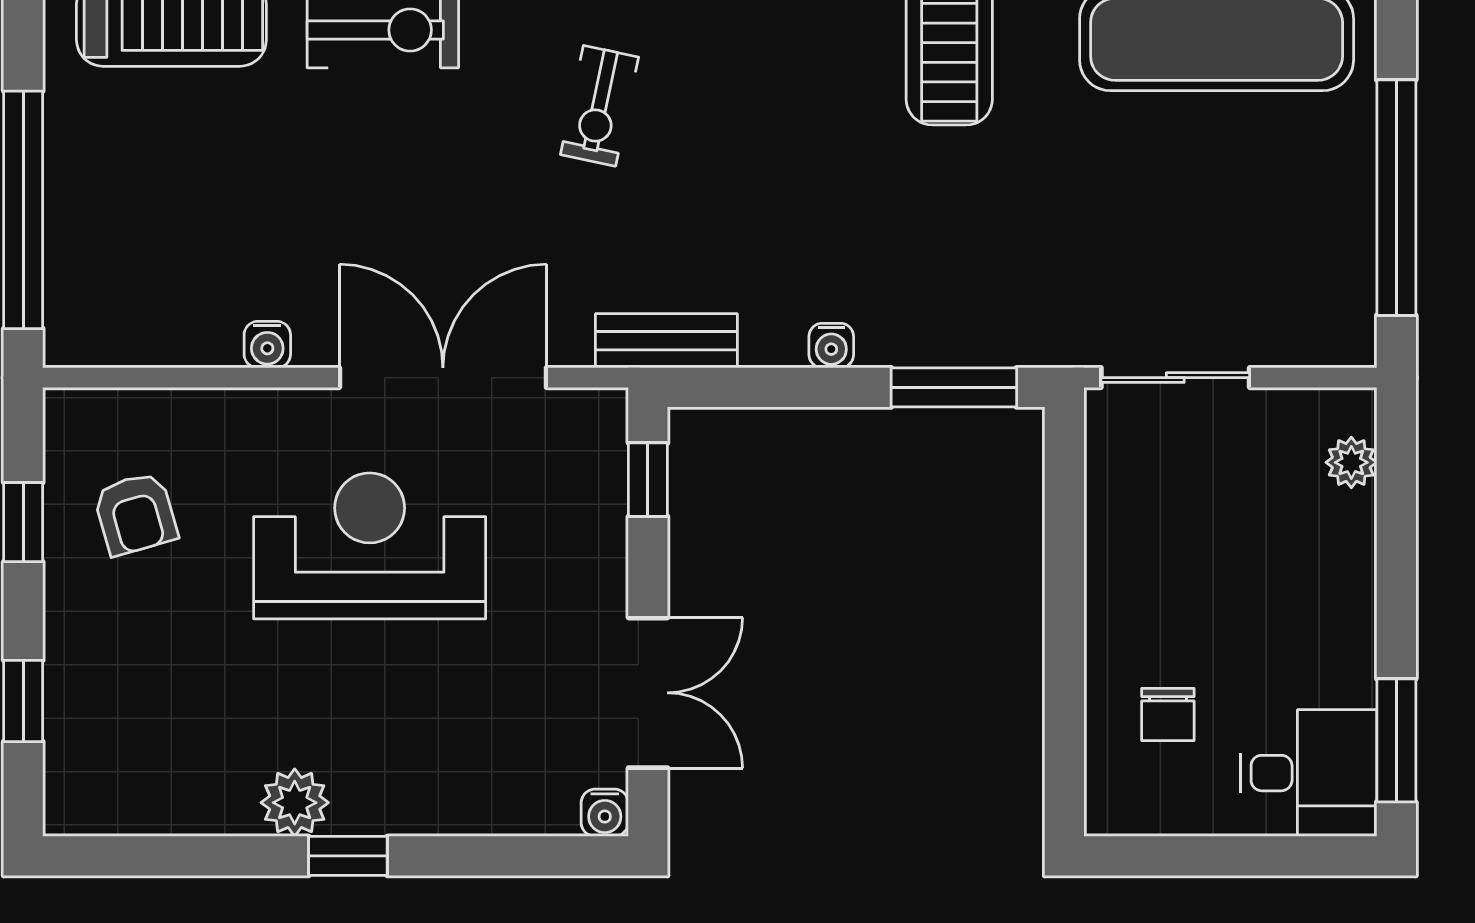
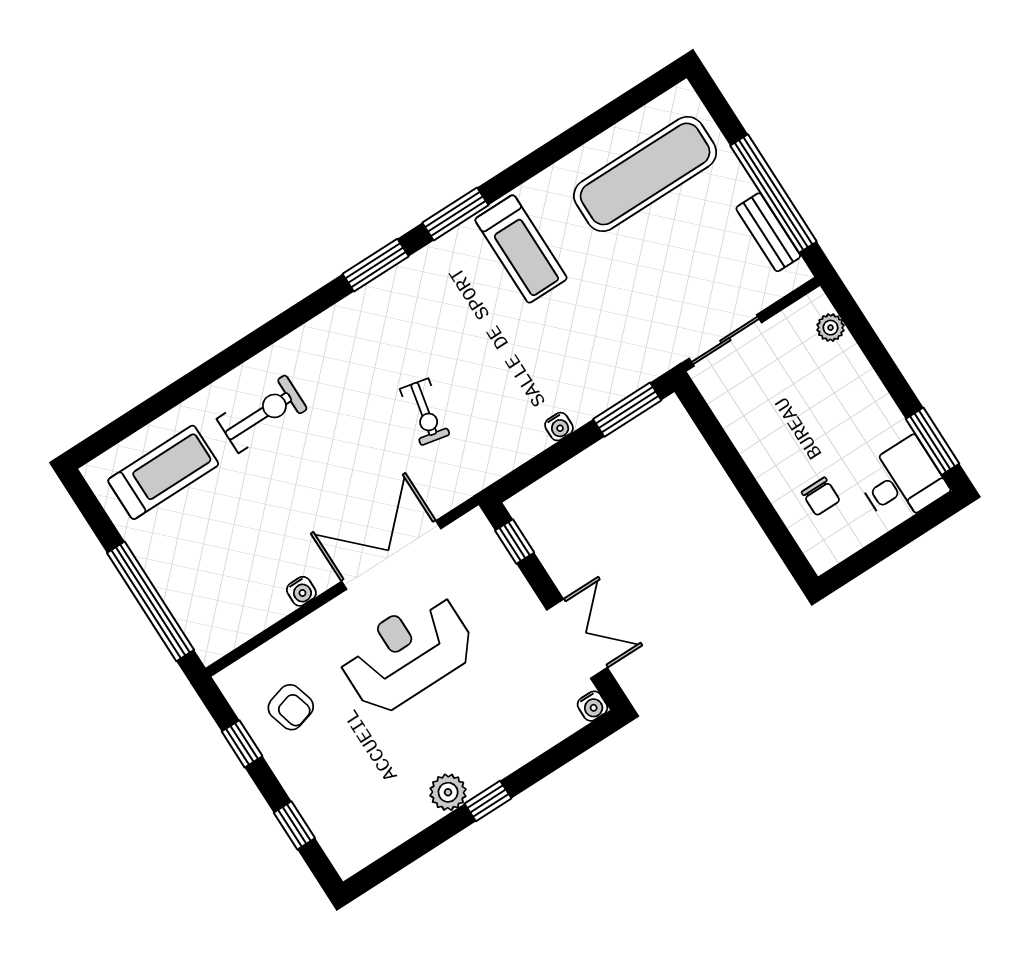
exercise bike: (599, 106) -> (425, 412), moved
bench: (666, 341) -> (768, 232), moved, turned 90

